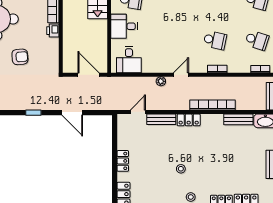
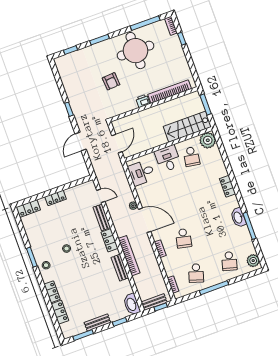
door: (181, 75) -> (145, 220), width x1.88
bench: (238, 119) -> (120, 268), moved

